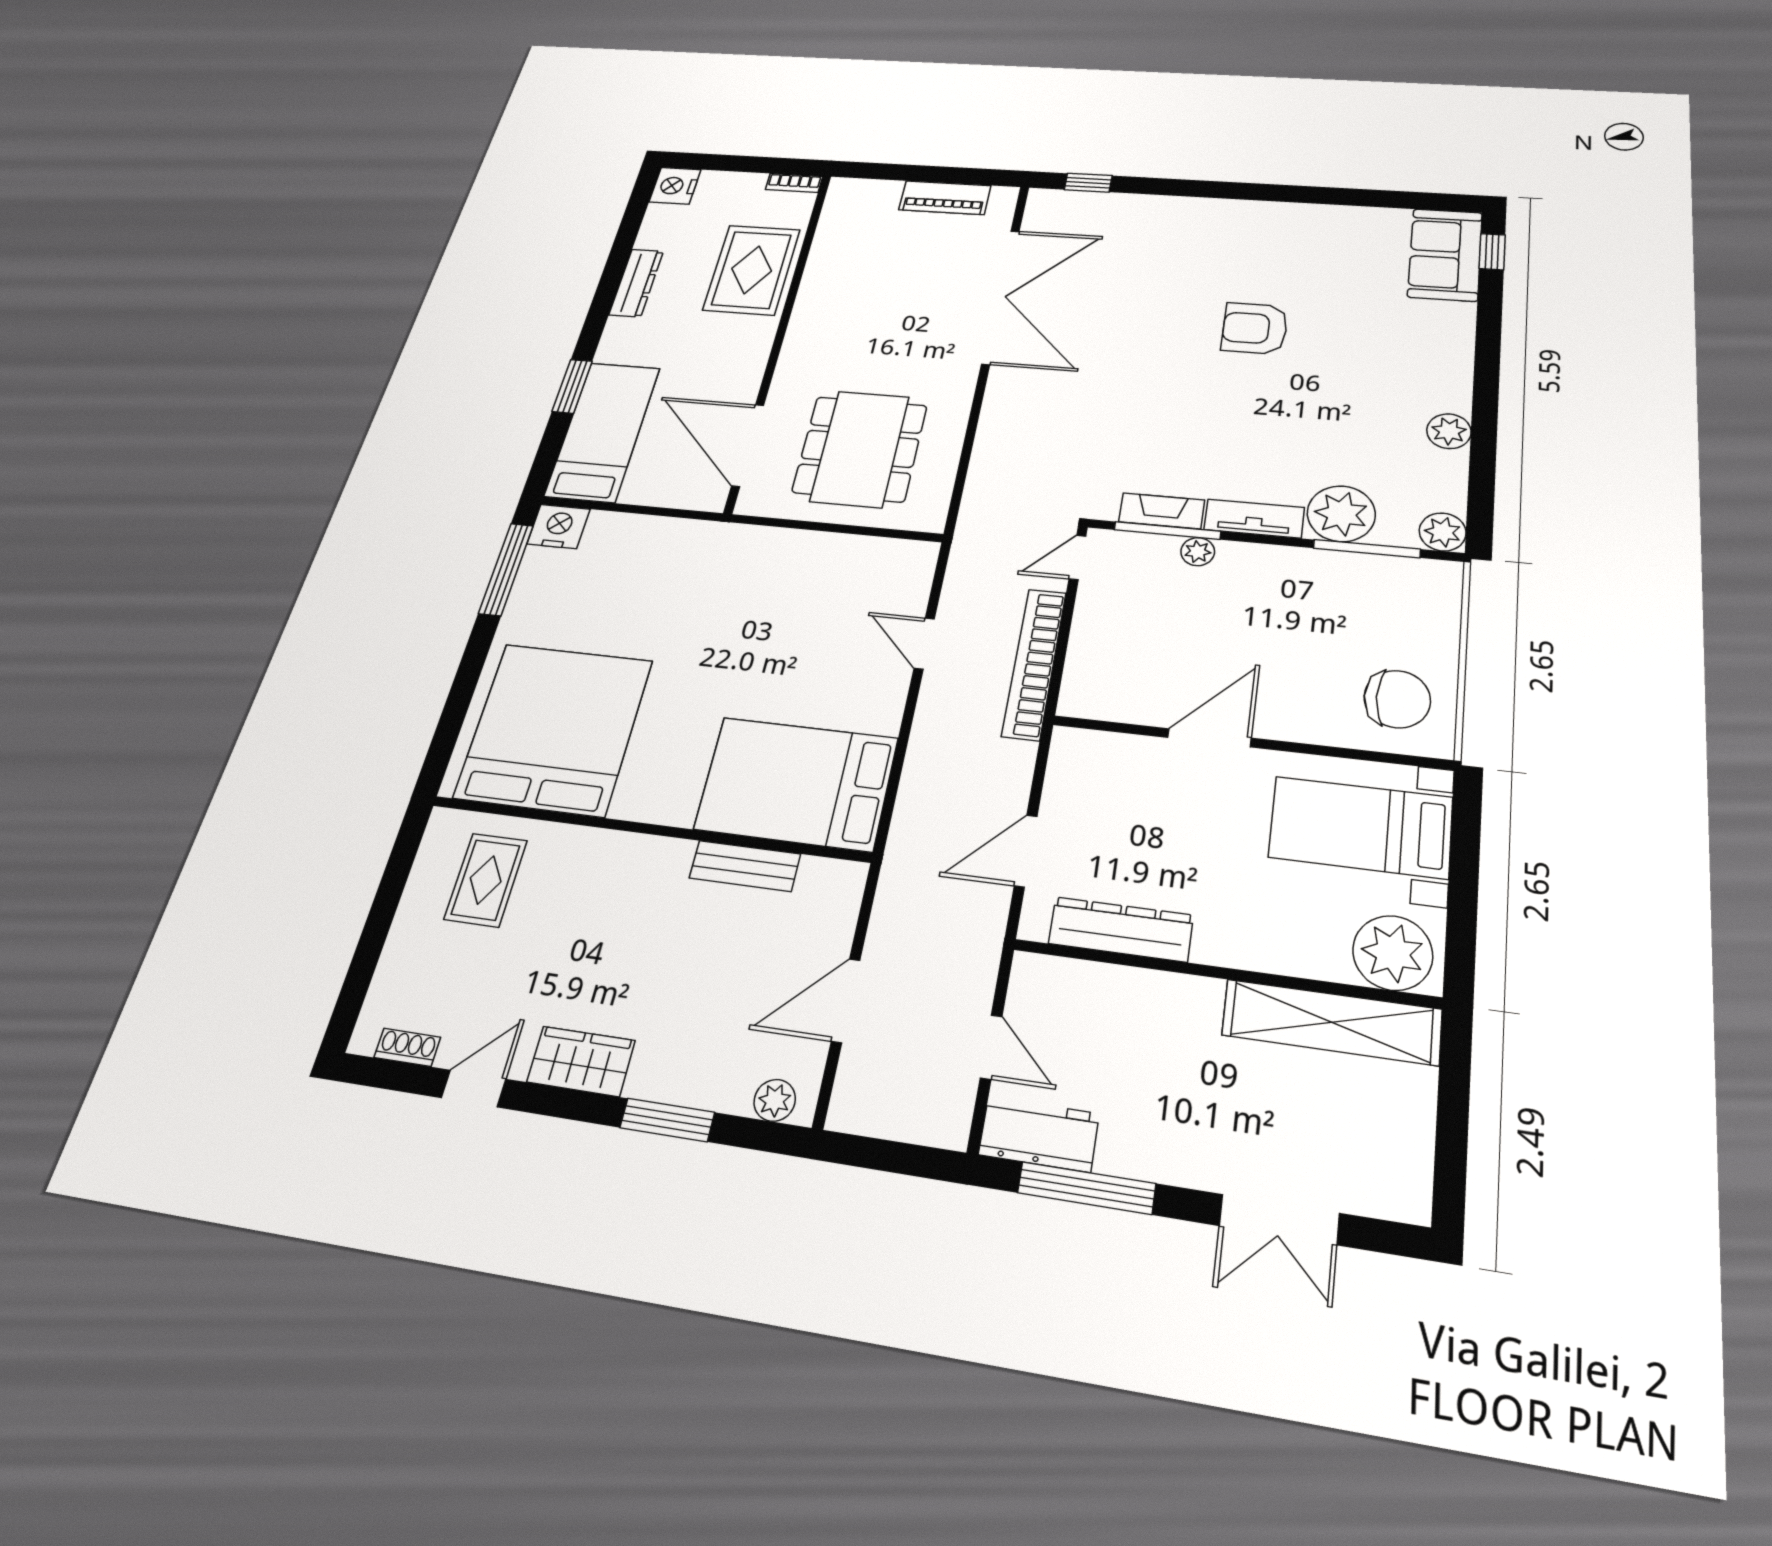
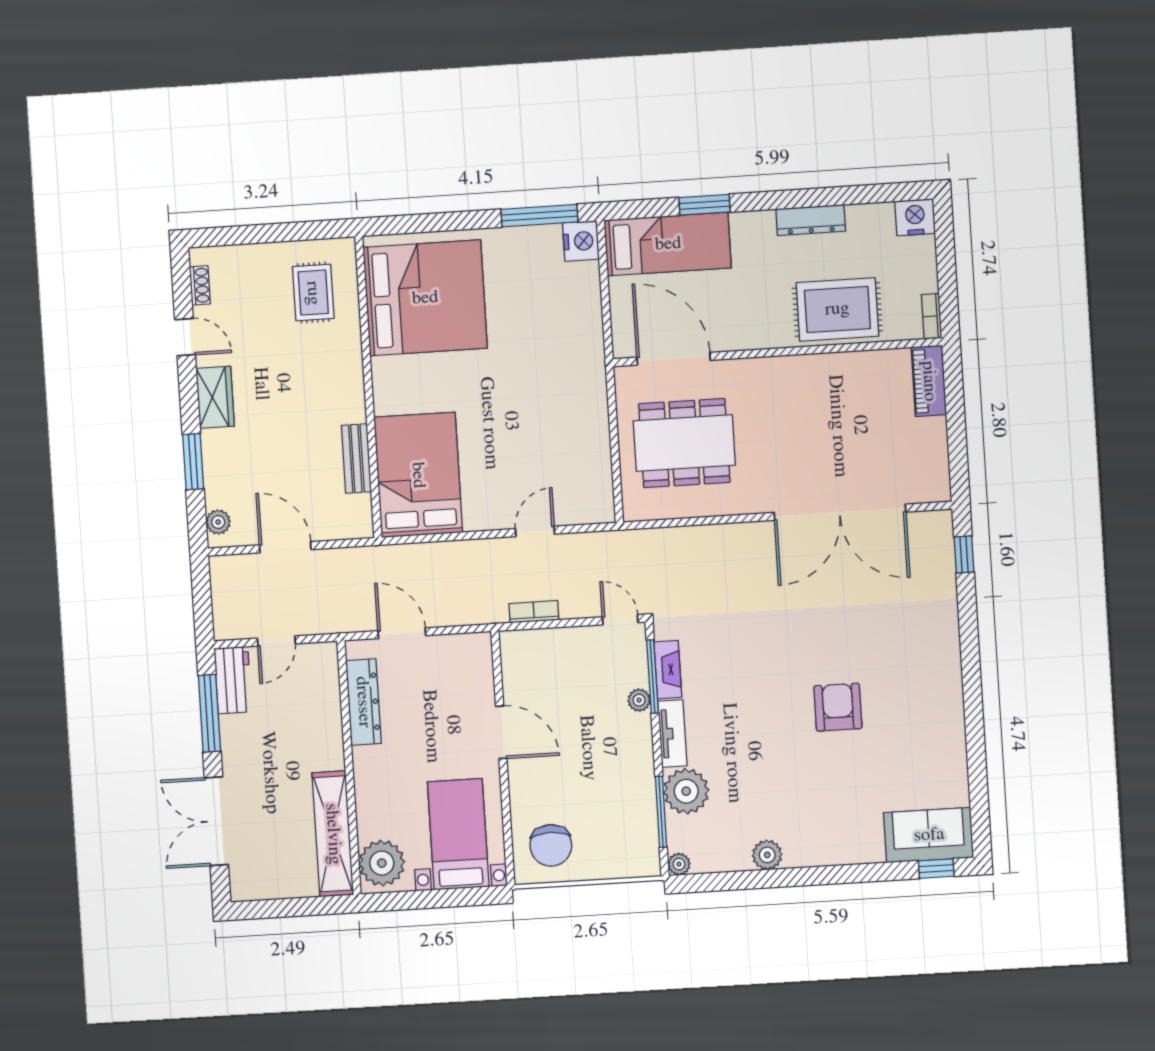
piano: (945, 198) -> (929, 381), moved
door: (748, 445) -> (674, 359), hinge flipped
plant: (1443, 532) -> (679, 864), width x0.73, depth x0.73
bookcase: (1034, 664) -> (534, 612), width x0.43, depth x0.76
rug: (486, 880) -> (313, 293), turned 90
double door: (1279, 1219) -> (216, 821), width x1.37

